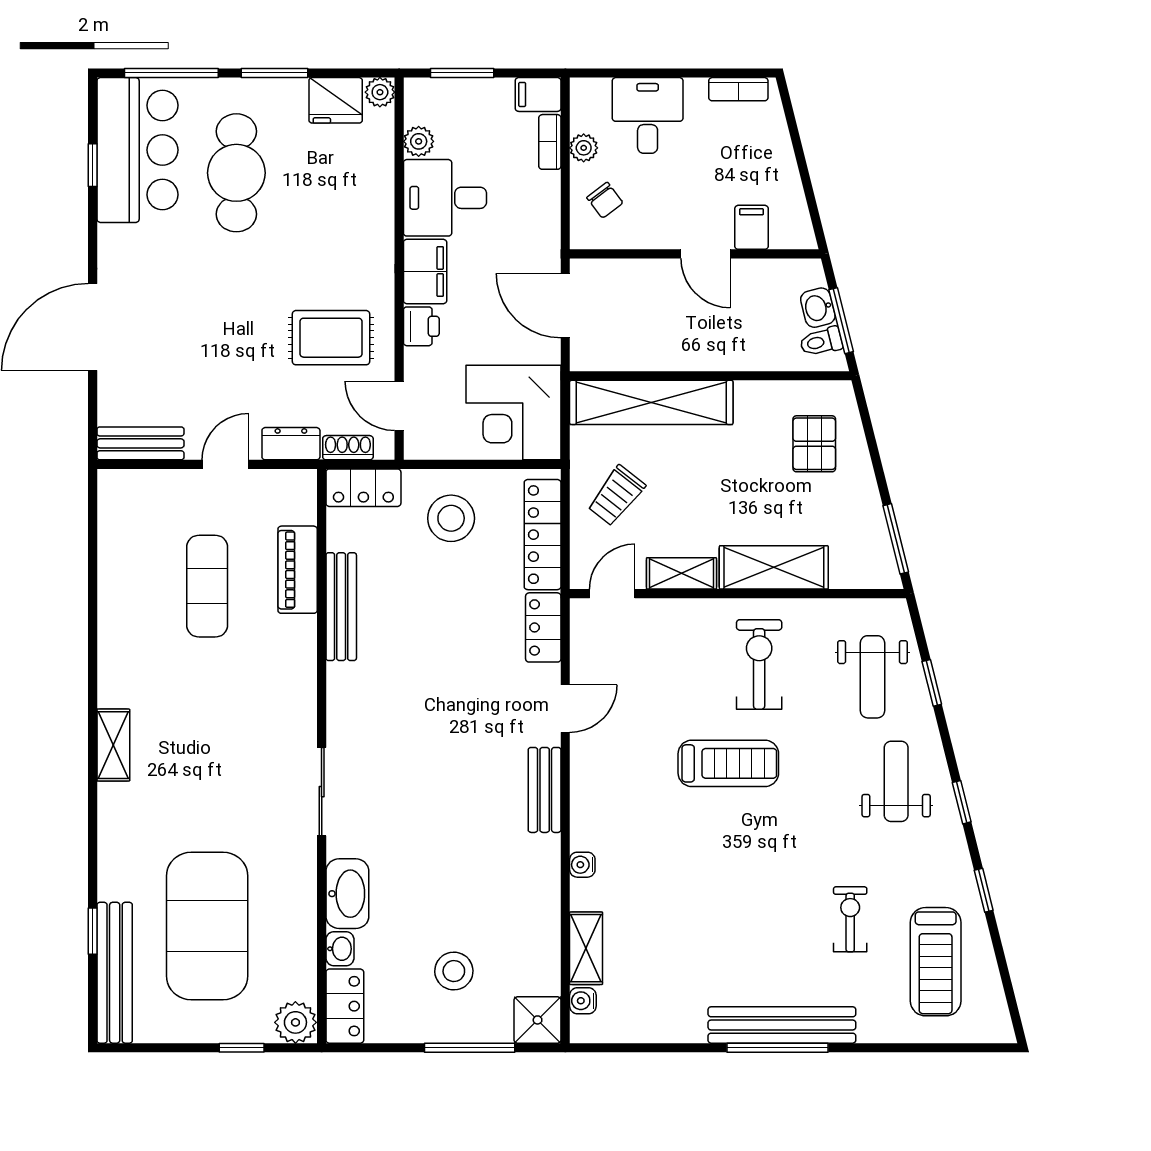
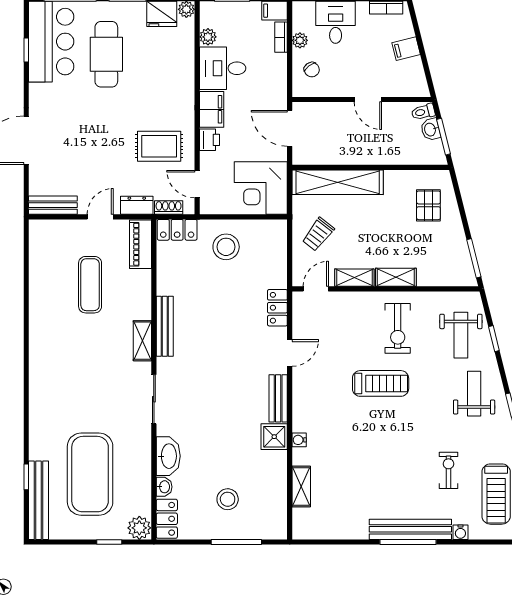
filing cabinet: (752, 227) -> (406, 49), moved, turned -104
toilet: (821, 342) -> (423, 112), moved
locker: (543, 535) -> (277, 256), removed
shelving: (774, 567) -> (396, 277), width x0.67, depth x0.75
piano: (298, 570) -> (140, 244), moved
bench: (341, 607) -> (165, 326), moved
exercise bike: (759, 664) -> (398, 328), turned 180
shelving: (113, 745) -> (142, 341), moved
water cooler: (583, 1001) -> (460, 532), moved, turned -90
shower: (538, 1020) -> (274, 437), moved

